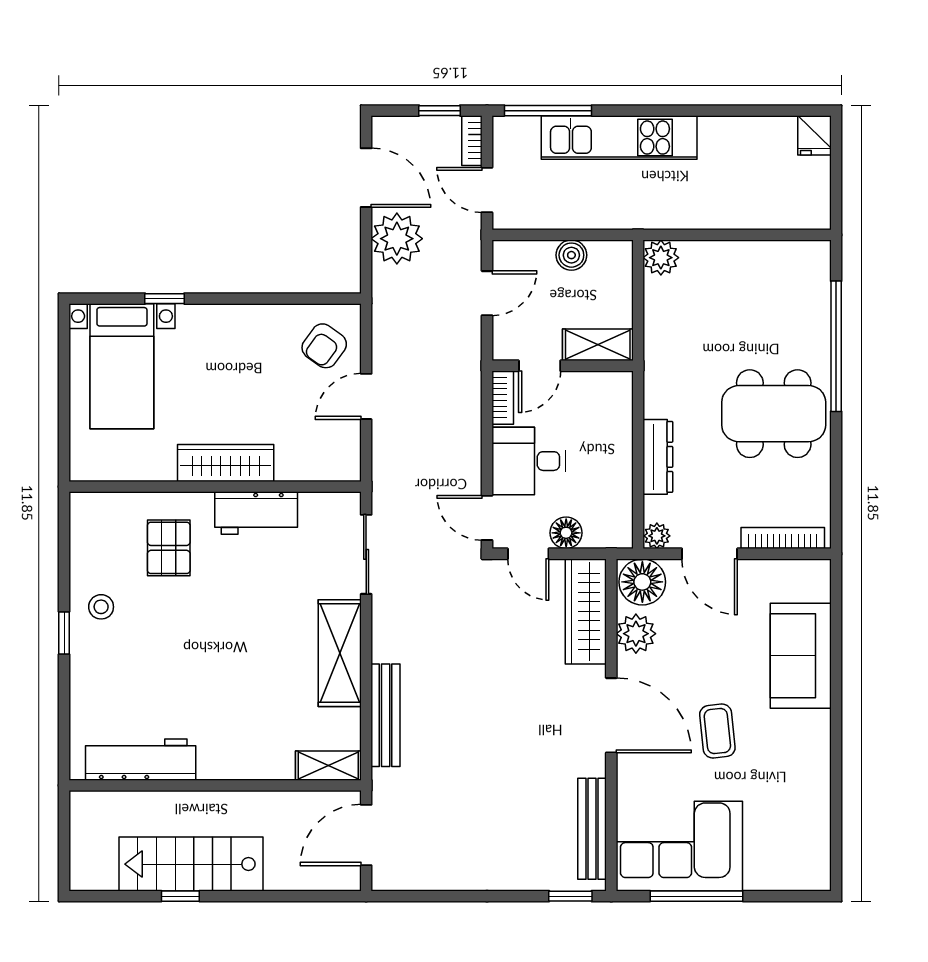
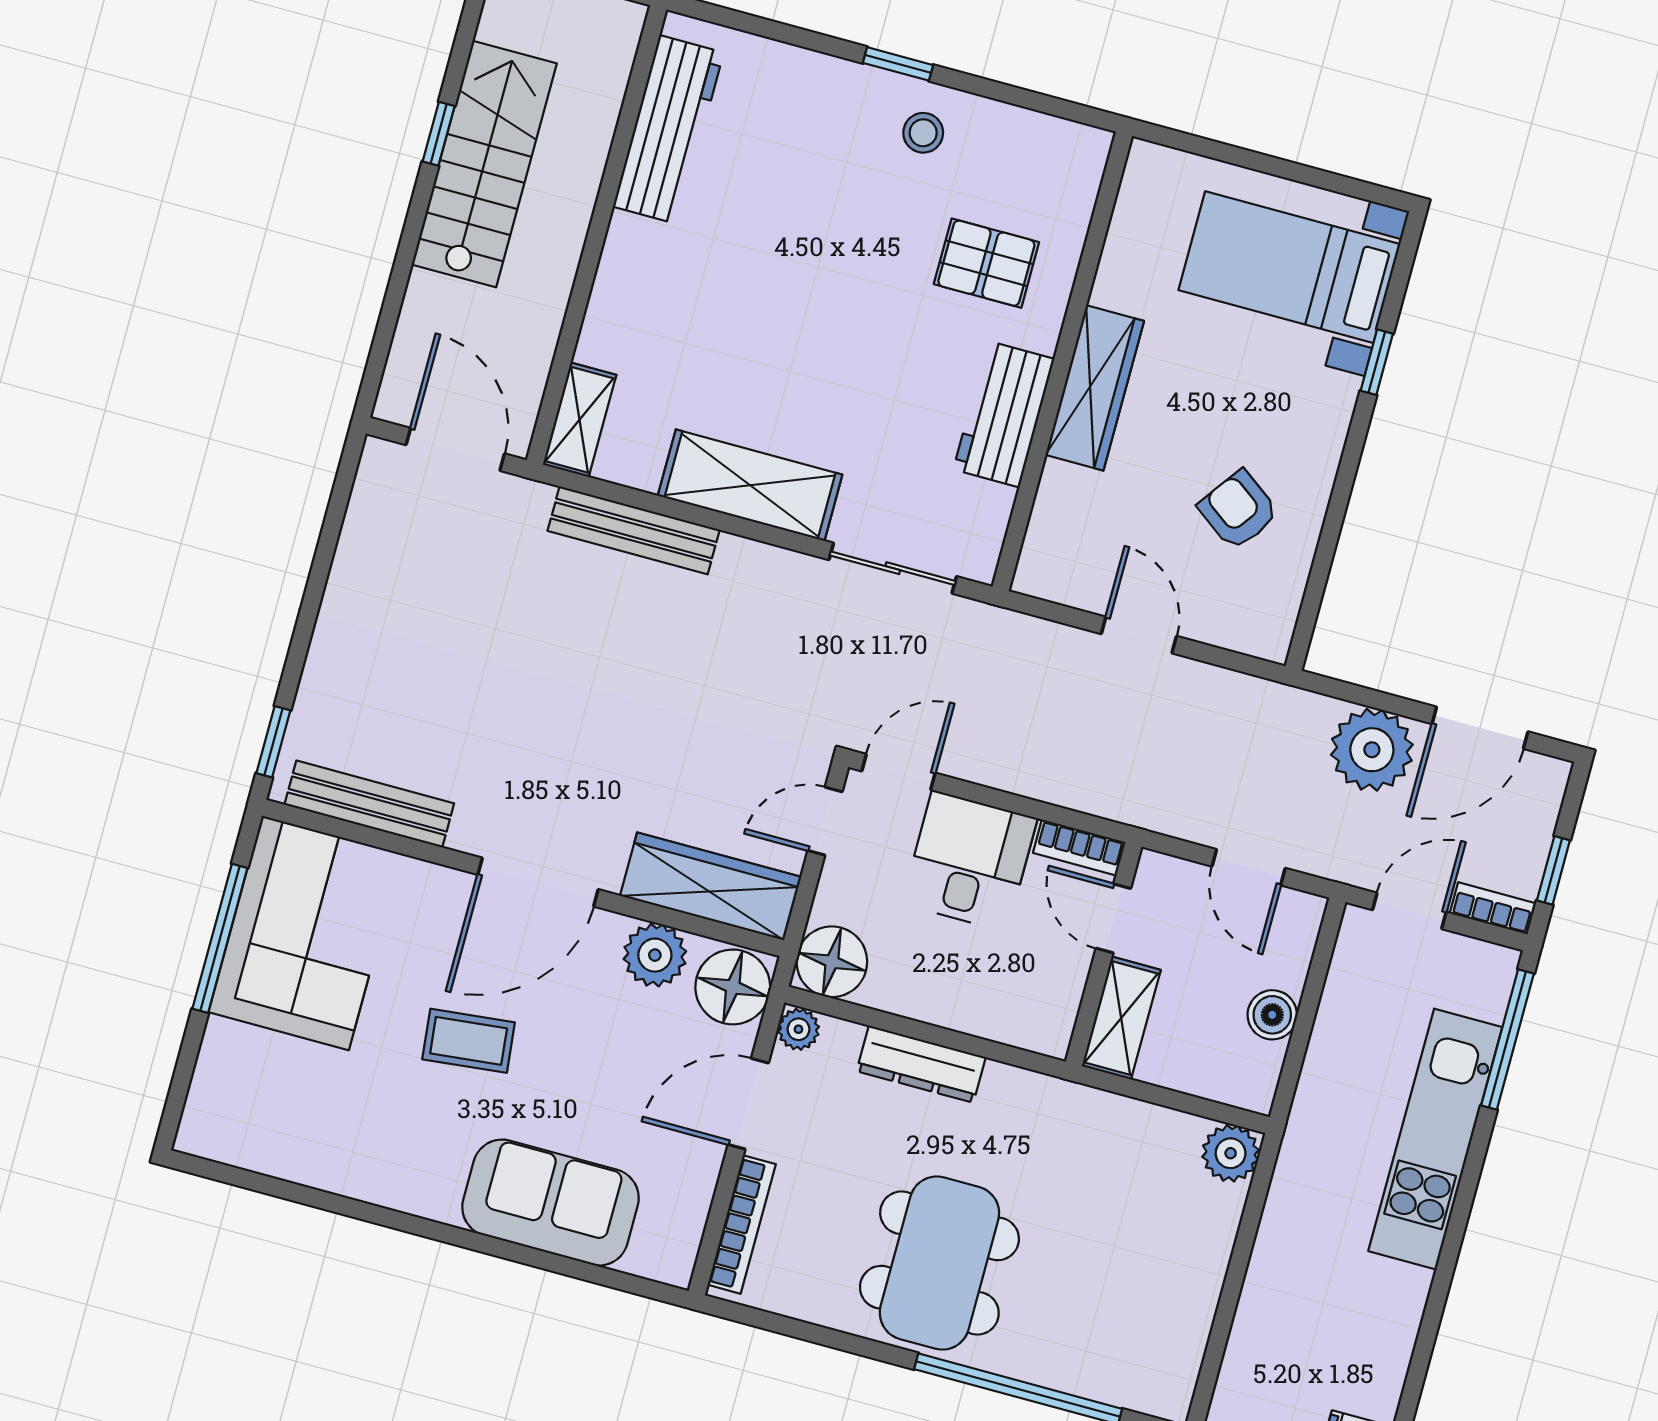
armchair: (324, 346) -> (1238, 510), moved
floor lamp: (566, 533) -> (832, 962), moved, width x1.38, depth x1.38

